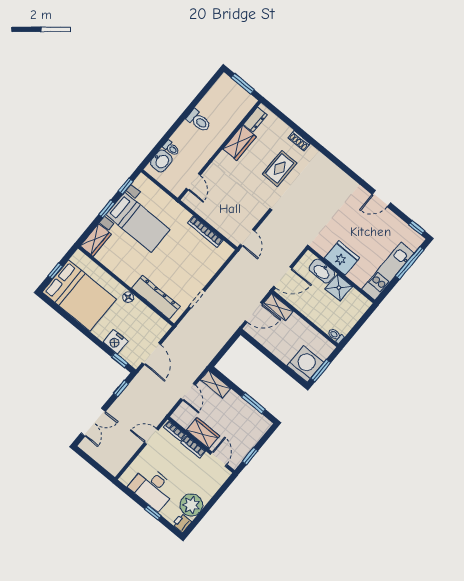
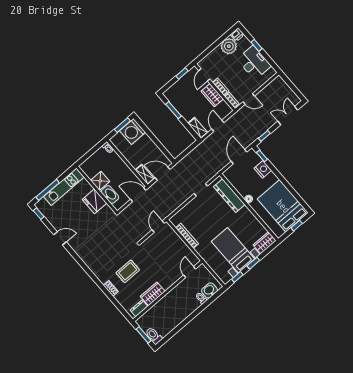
toilet: (199, 121) -> (154, 336), moved

